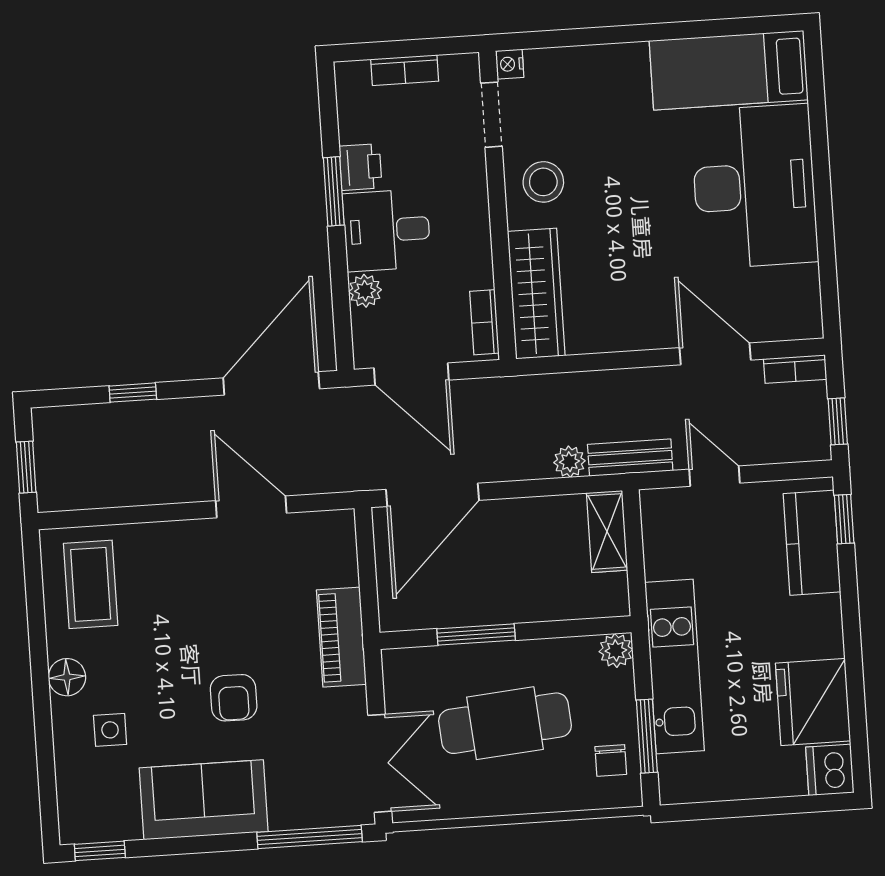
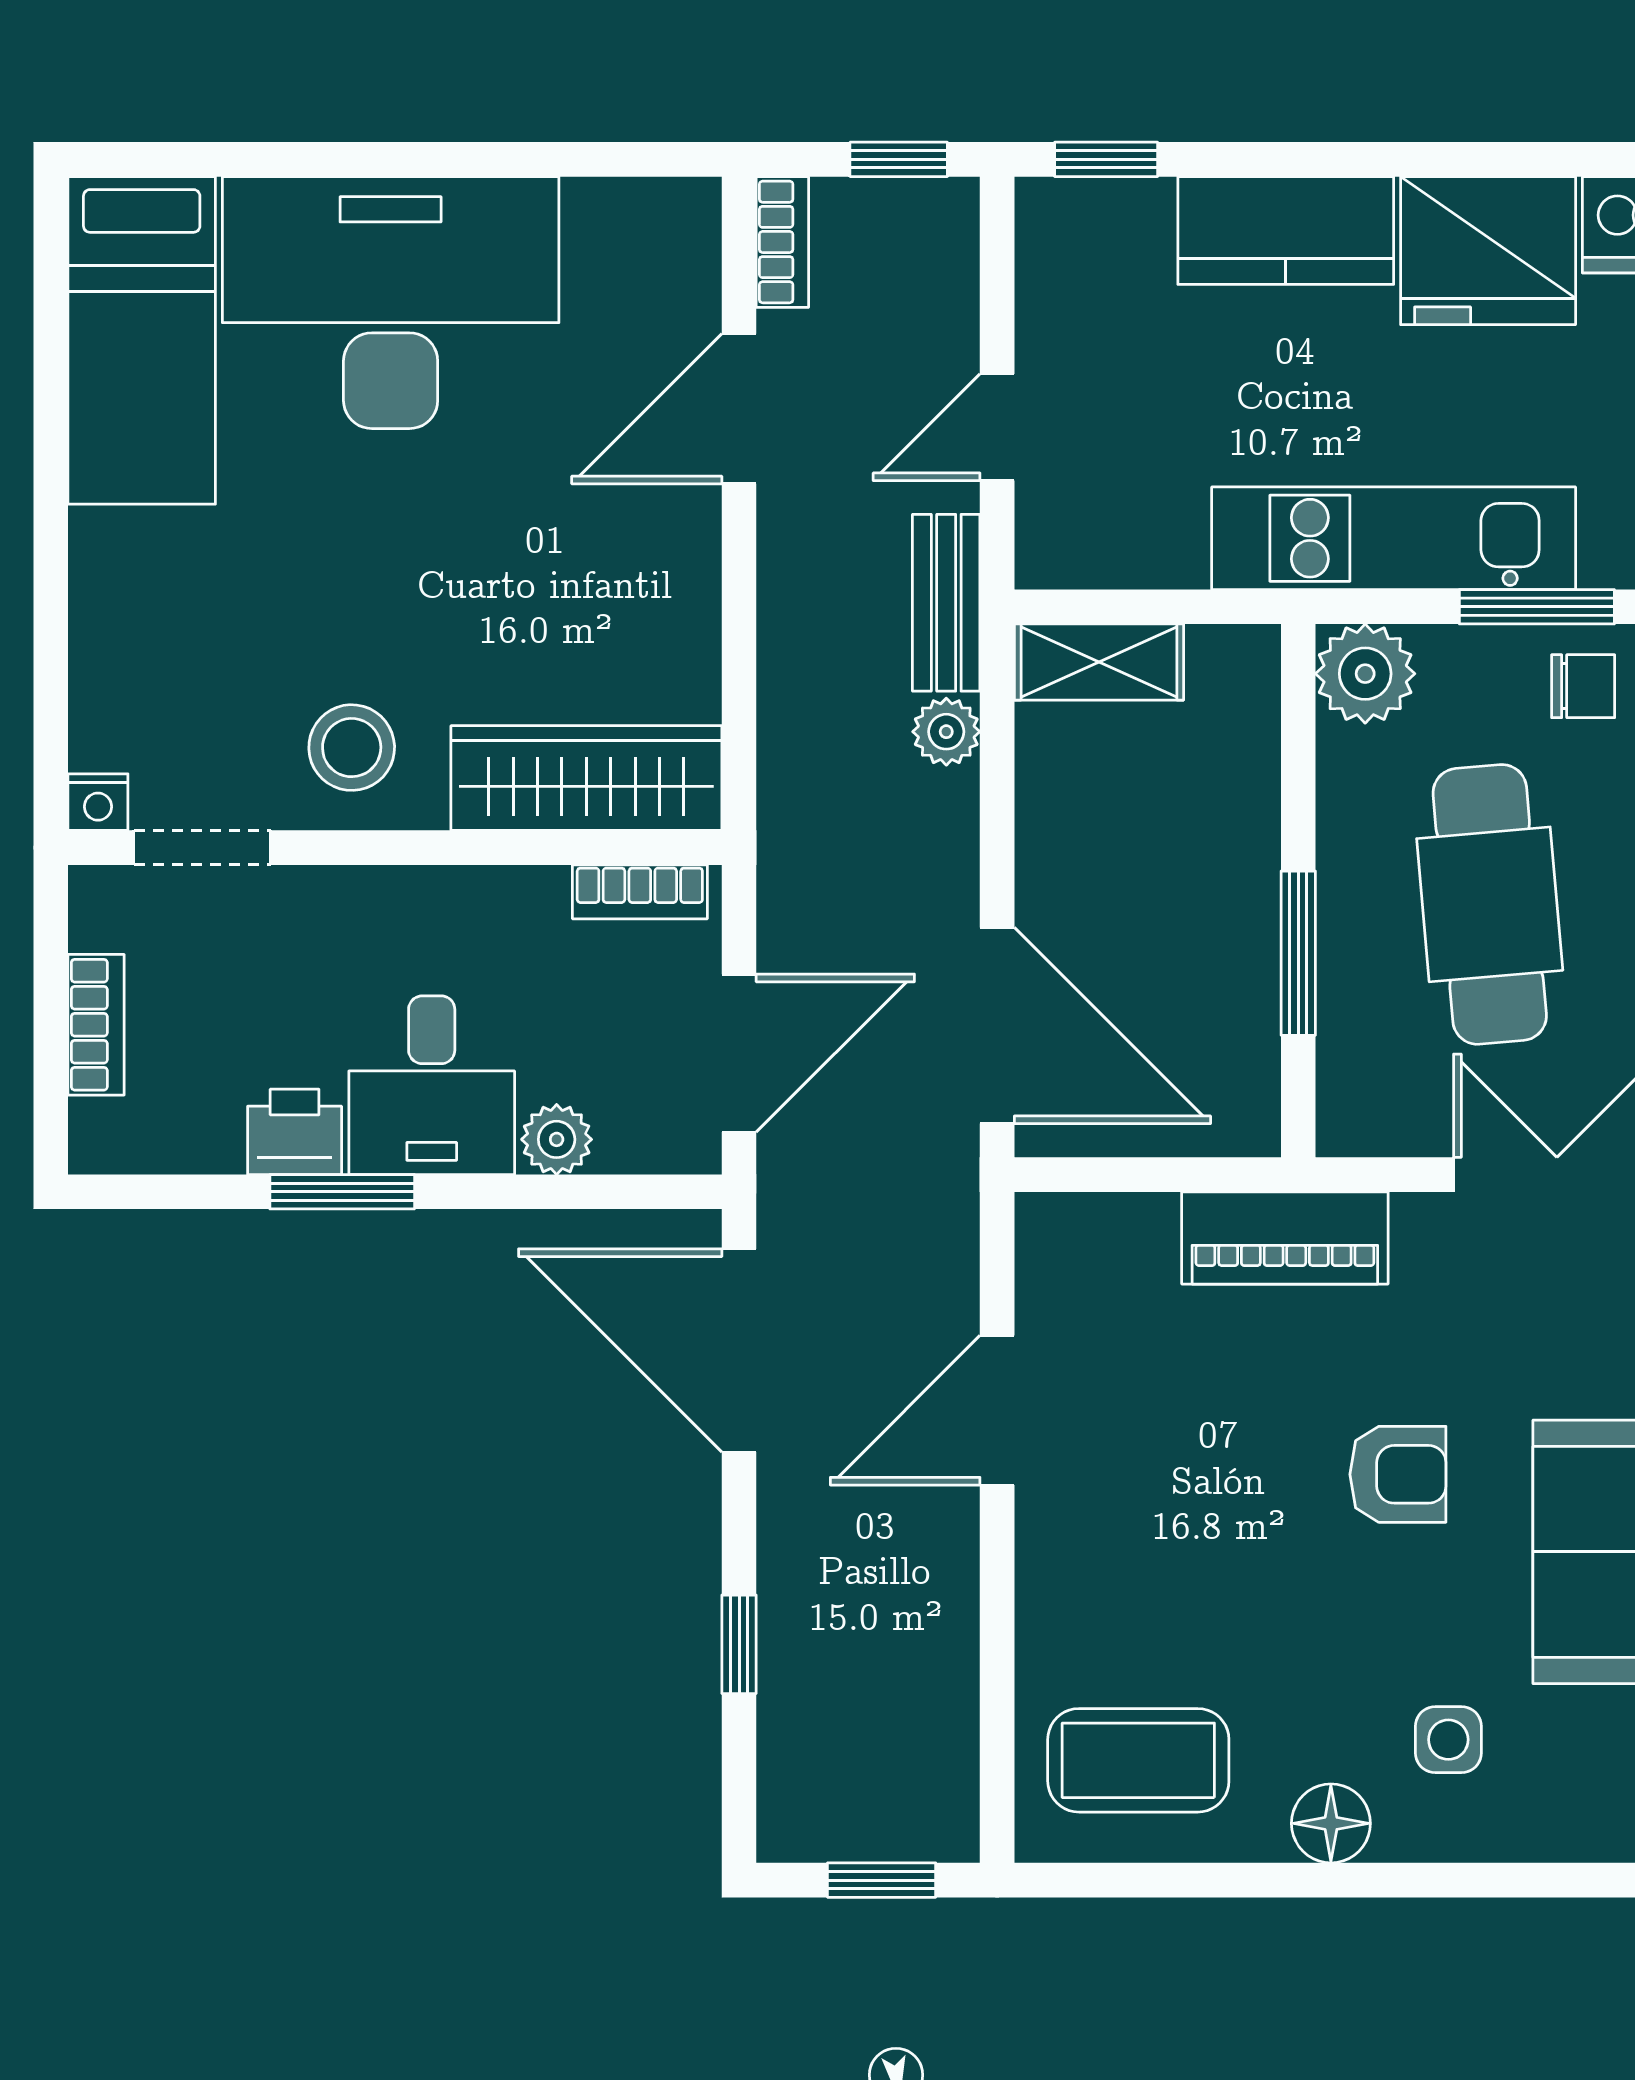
kitchen counter: (812, 543) -> (1286, 231), moved
plant: (616, 650) -> (1365, 674), width x1.38, depth x1.38

